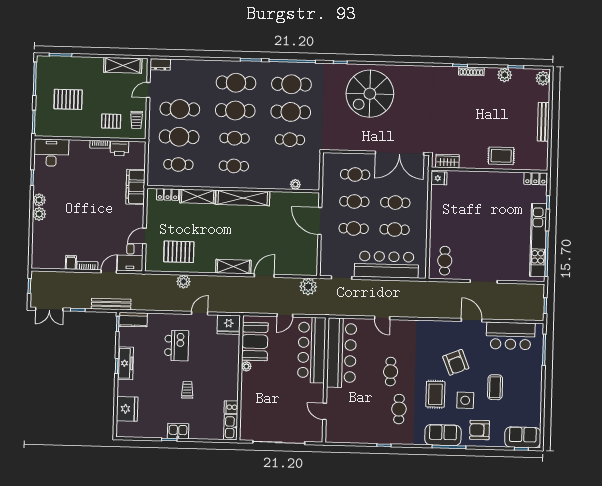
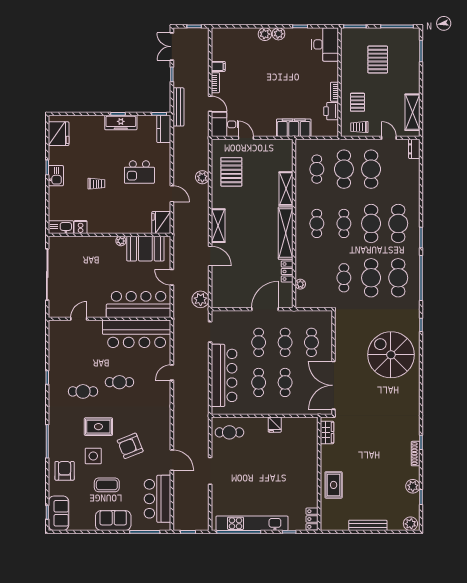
fridge: (439, 178) -> (275, 425), moved
locker: (168, 194) -> (287, 272), moved
door: (472, 320) -> (172, 460), hinge flipped
fridge: (127, 409) -> (59, 134), moved, turned -90
sofa: (443, 435) -> (113, 521), moved, turned -90

